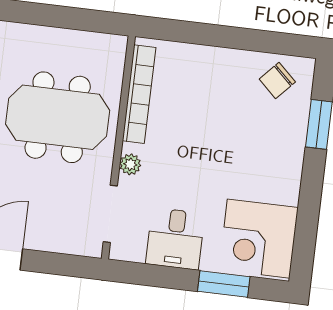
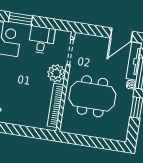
plant: (130, 164) -> (56, 73), width x1.88, depth x1.88

